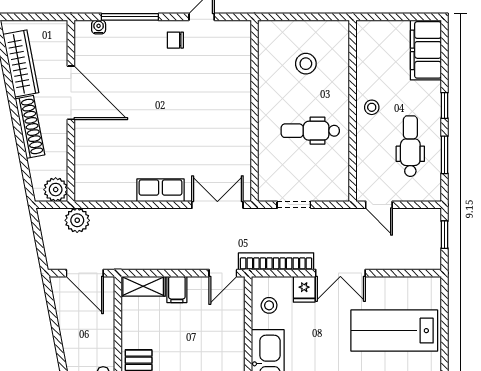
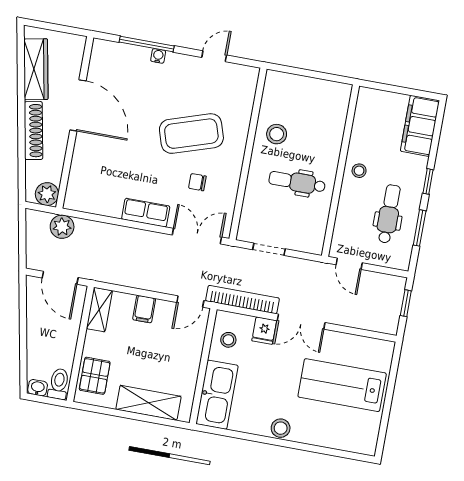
water cooler: (99, 27) -> (158, 56), moved
chair: (175, 40) -> (197, 182), moved
stool: (306, 64) -> (277, 134), moved
coffee table: (193, 100) -> (191, 134), added
shelving: (143, 286) -> (99, 310), moved, turned 90

